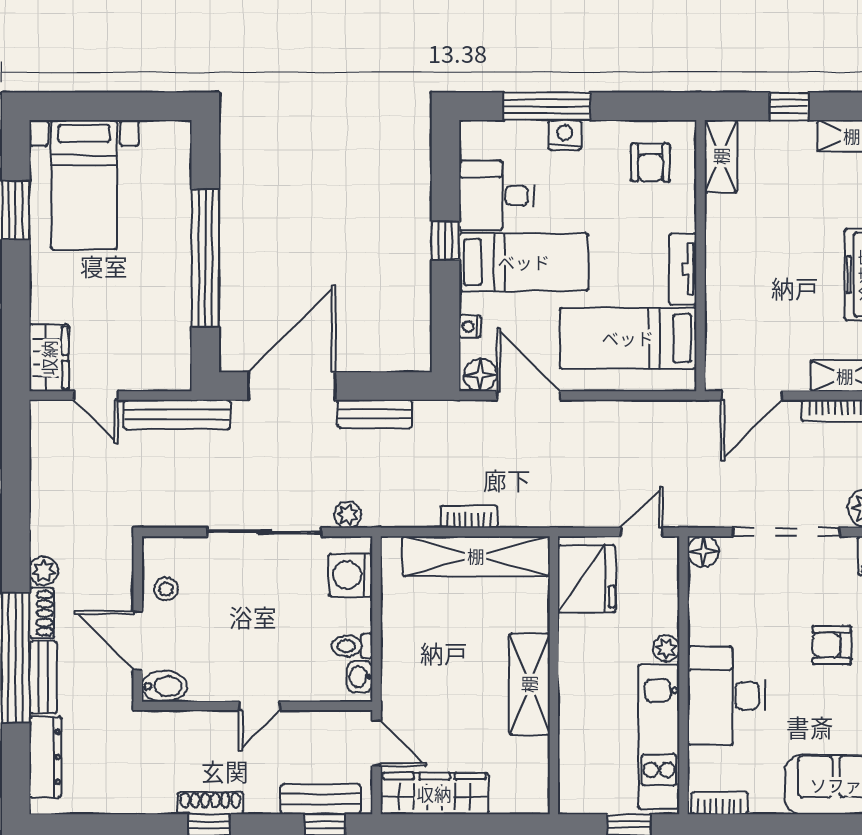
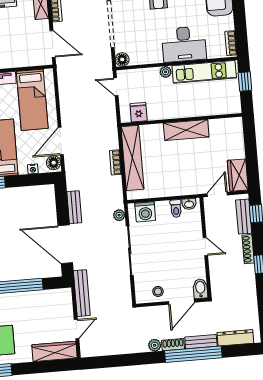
wardrobe: (49, 358) -> (55, 351), width x1.50
fridge: (587, 579) -> (139, 112), width x0.53, depth x0.75
wardrobe: (434, 794) -> (238, 175), width x0.67
shoe rack: (210, 803) -> (248, 249), moved

